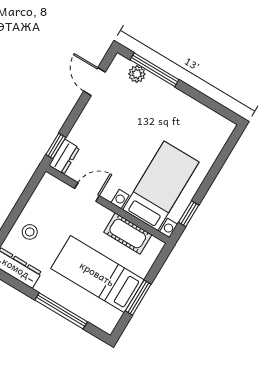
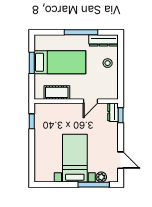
bed with nightstands: (161, 186) -> (75, 158), moved, turned 180
window: (61, 311) -> (81, 32), moved

